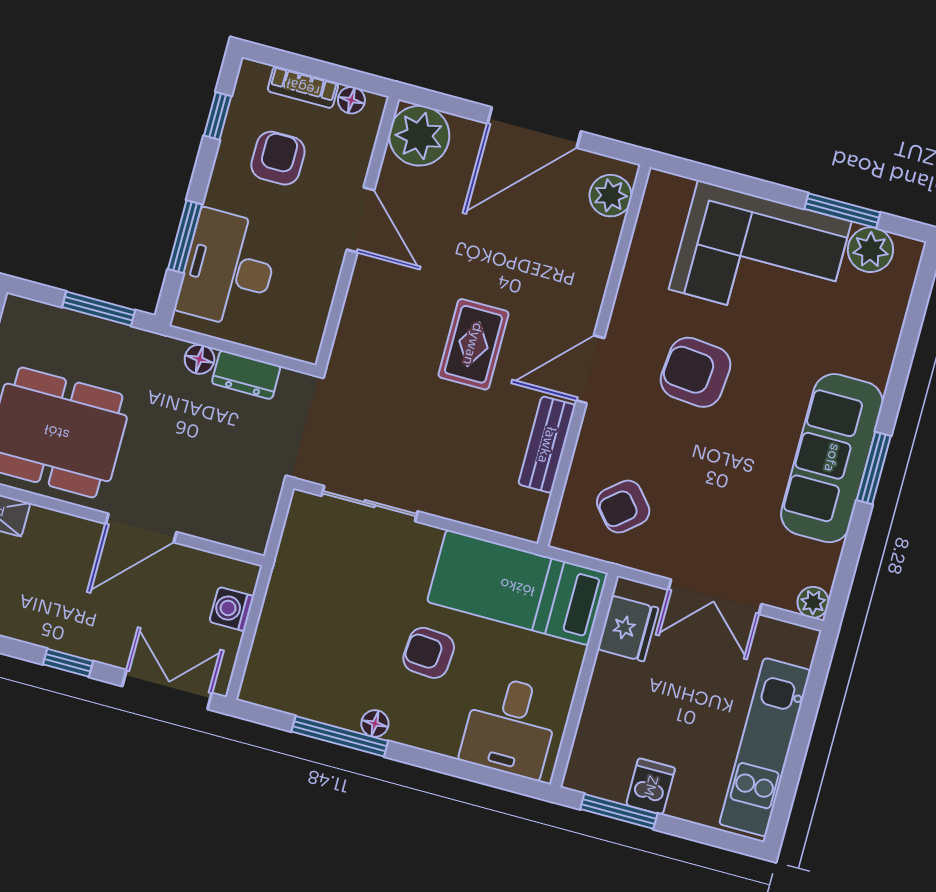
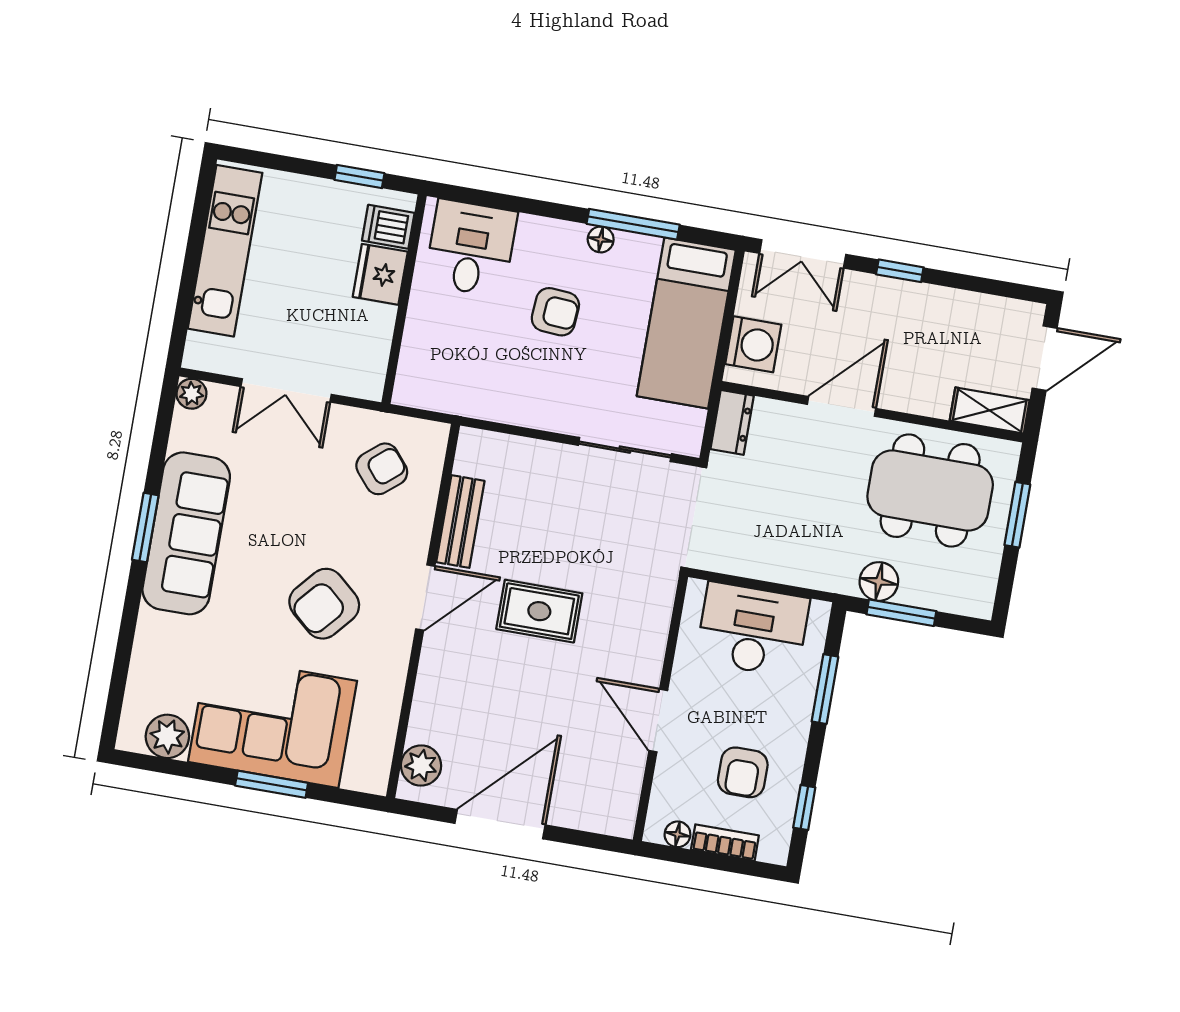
plant: (419, 136) -> (609, 806), removed
window: (842, 211) -> (272, 784), moved
desk: (228, 269) -> (753, 630), moved, turned -90
rug: (473, 344) -> (539, 611), turned 90
floor lamp: (199, 359) -> (879, 581), moved, width x1.37, depth x1.37
armchair: (696, 372) -> (324, 604), turned 126
dresser: (246, 375) -> (732, 422), moved, turned 90
bed: (517, 587) -> (686, 323), moved, turned 90
double door: (715, 597) -> (286, 390), swing flipped
washing machine: (232, 609) -> (753, 344), width x1.38, depth x1.38
fridge: (628, 629) -> (380, 274), moved
dishwasher: (651, 786) -> (388, 227), moved, turned 90
window: (619, 811) -> (359, 176), width x0.67

